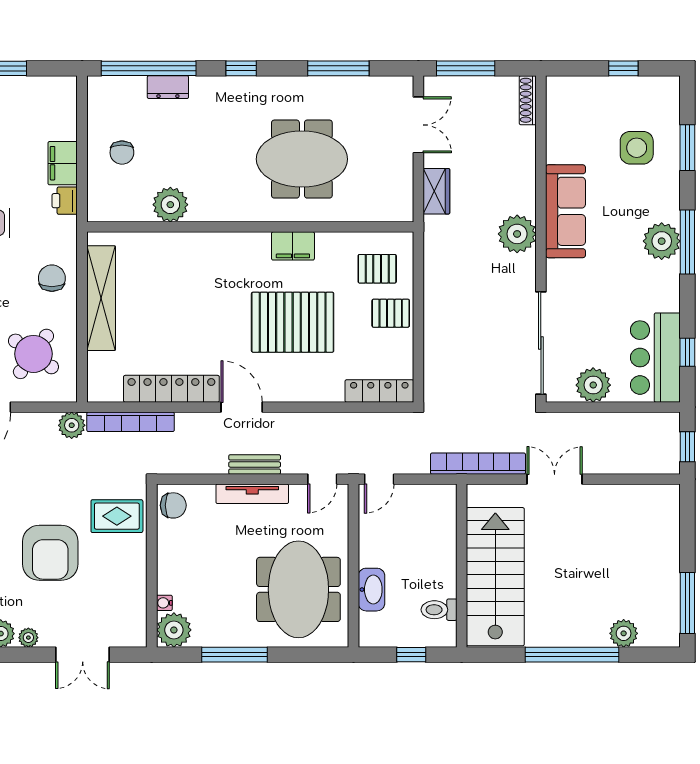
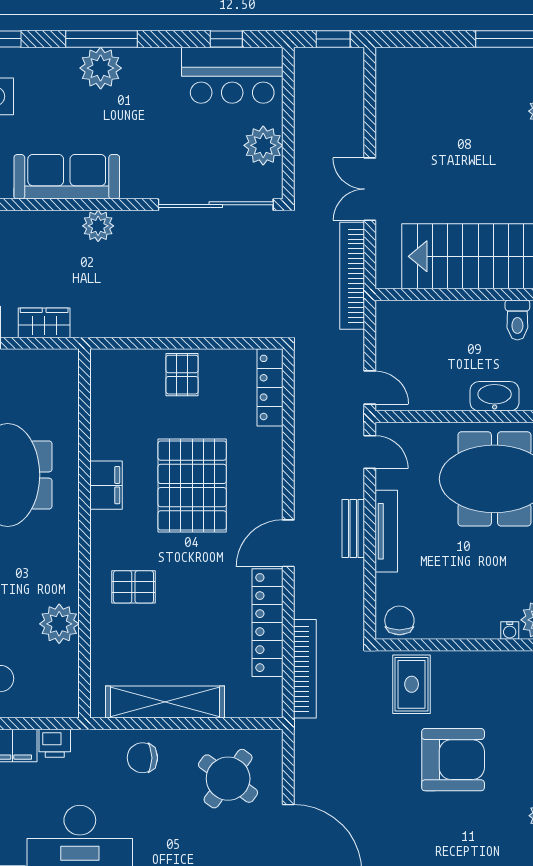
plant: (517, 234) -> (98, 226), width x0.73, depth x0.73
pallet: (377, 269) -> (133, 587), moved, turned 90
plant: (72, 425) -> (309, 735), removed

